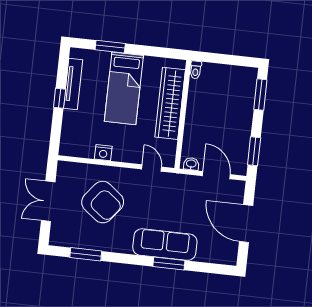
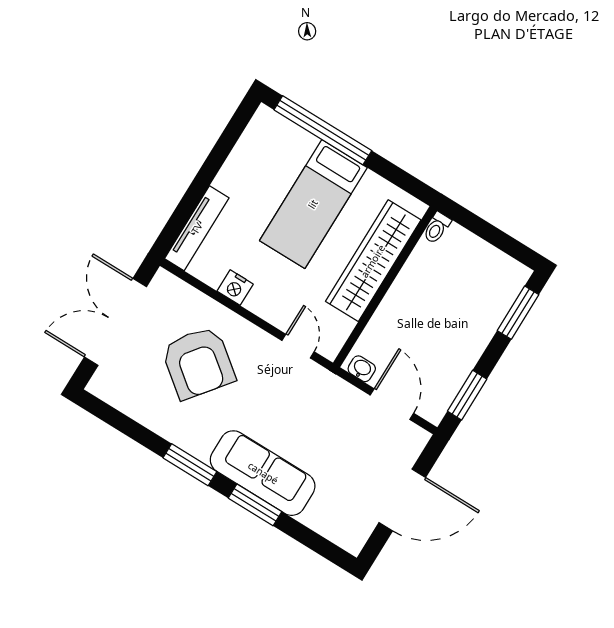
window: (110, 47) -> (323, 130), width x2.11
tv unit: (73, 84) -> (197, 228), moved
window: (60, 98) -> (208, 172), removed
double door: (48, 201) -> (115, 322), width x1.37
door: (246, 224) -> (402, 500), swing flipped
window: (86, 254) -> (190, 465), moved

